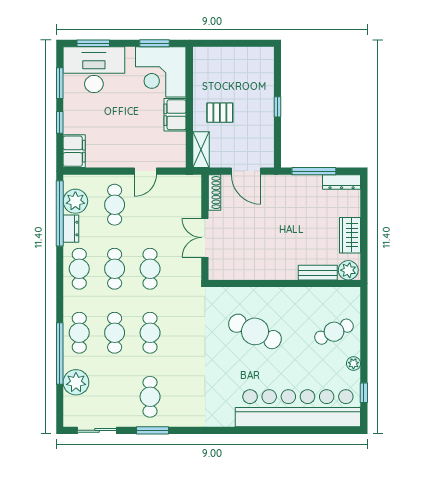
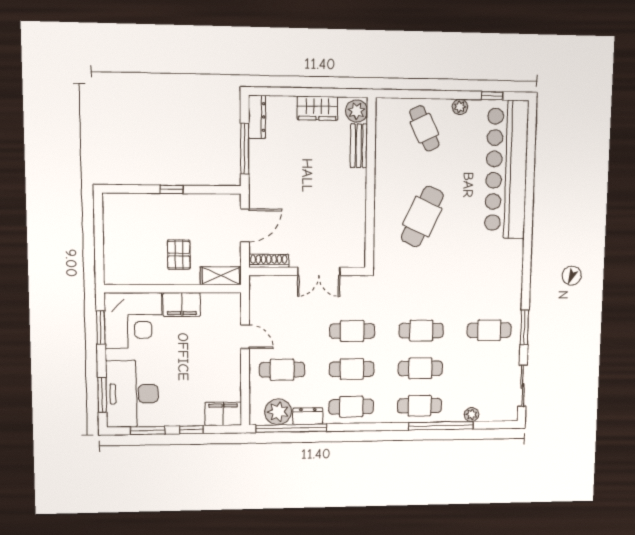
plant: (76, 382) -> (471, 415), width x0.53, depth x0.53

